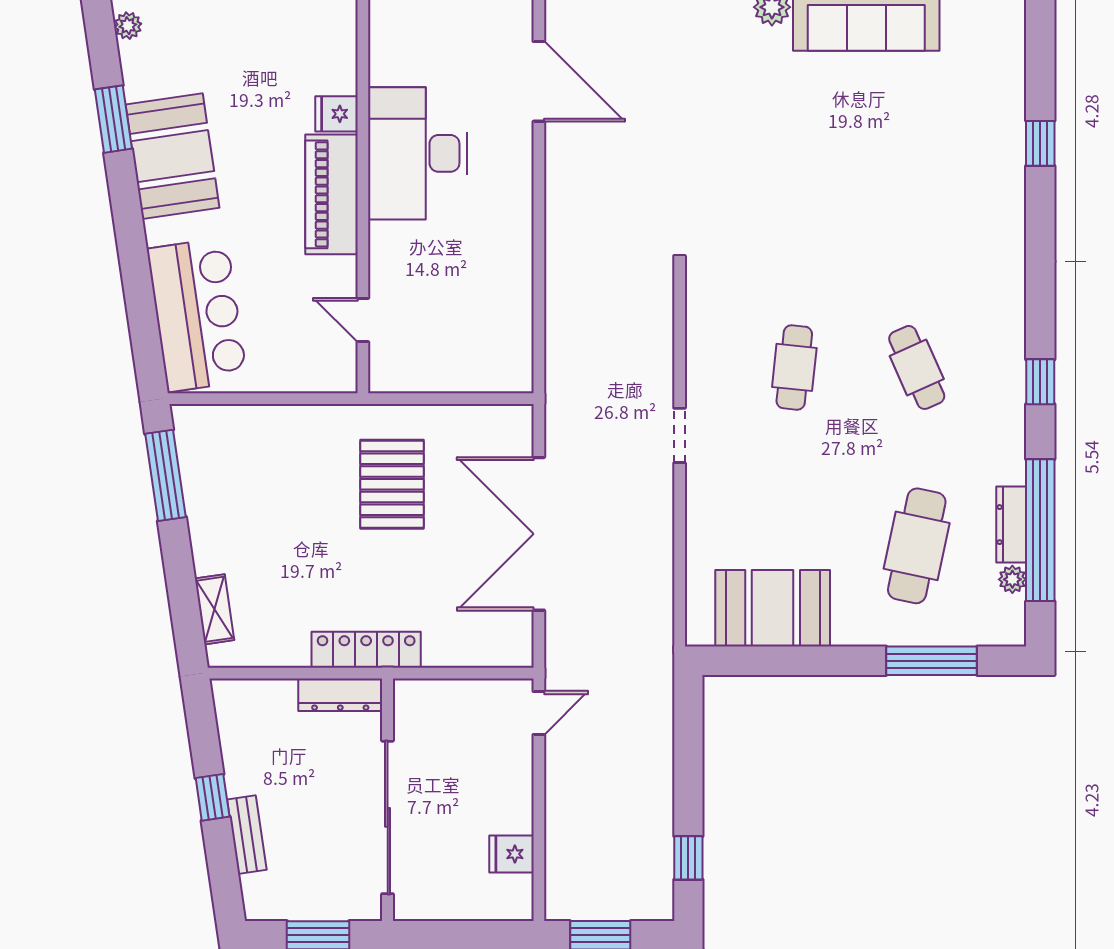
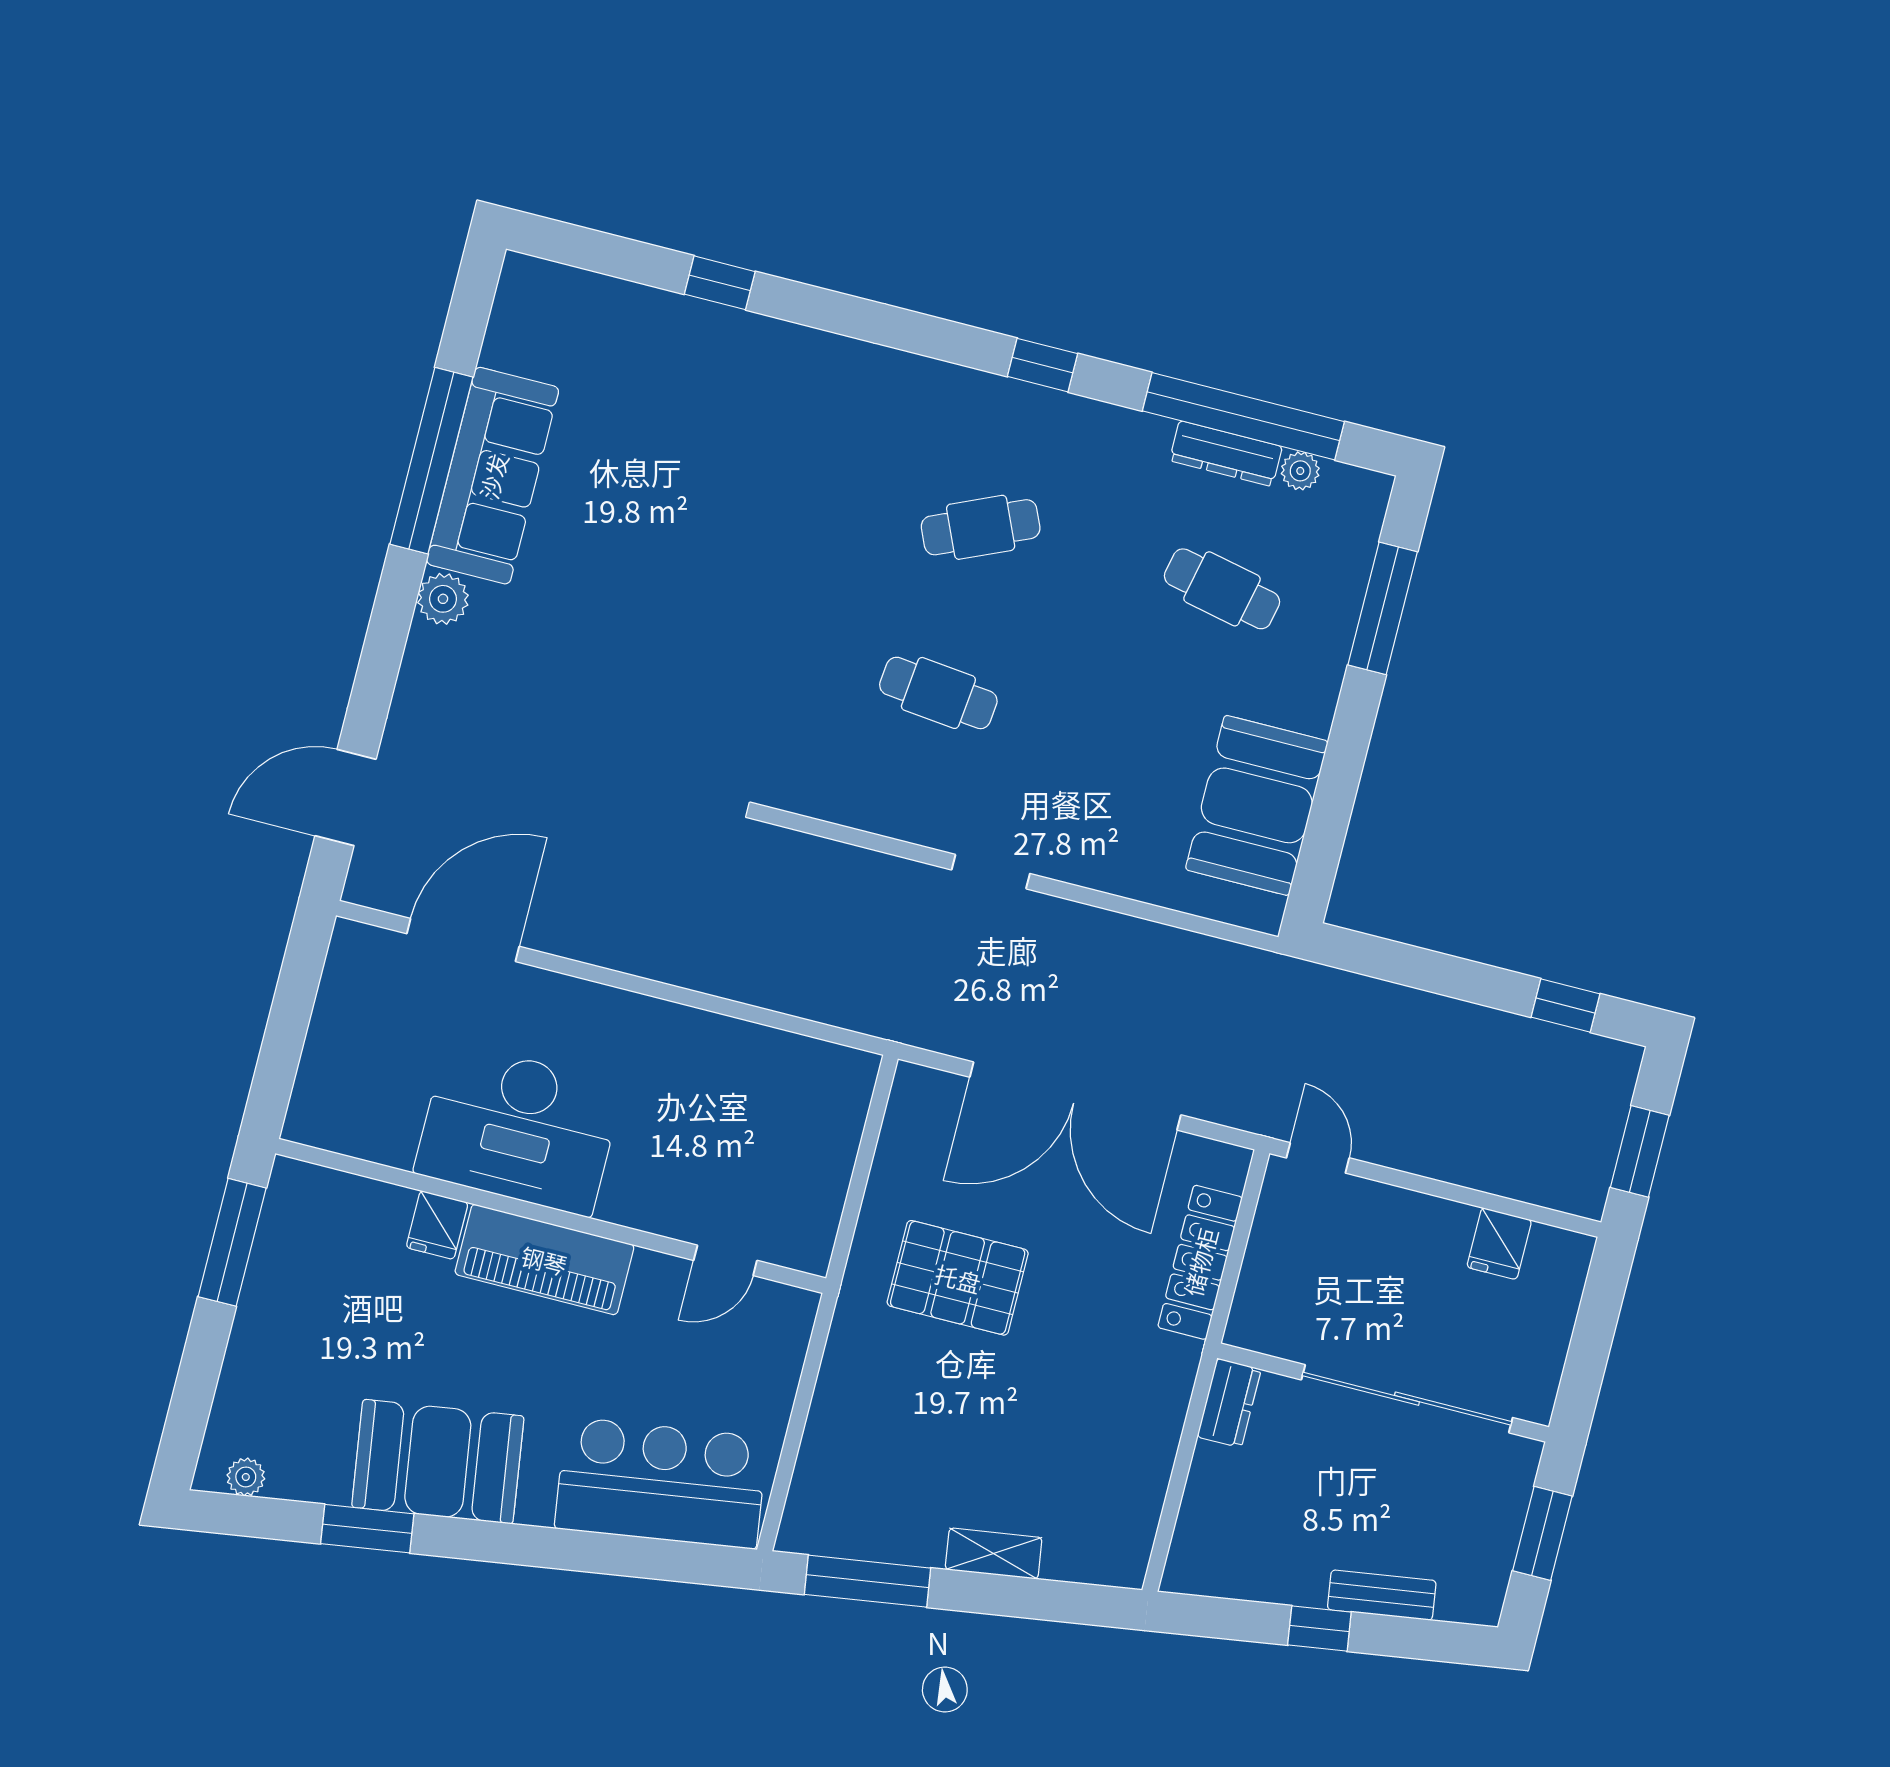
cafe table: (917, 546) -> (1222, 589), width x0.73, depth x0.74
shelving: (214, 609) -> (994, 1554), moved
locker: (366, 650) -> (1200, 1262), moved
dresser: (340, 695) -> (1229, 1403), width x0.70

